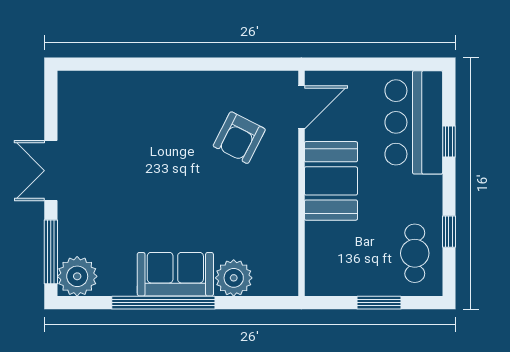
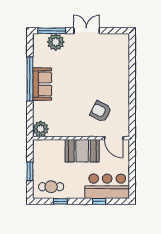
plant: (77, 276) -> (56, 42), moved
plant: (234, 278) -> (41, 129), moved

